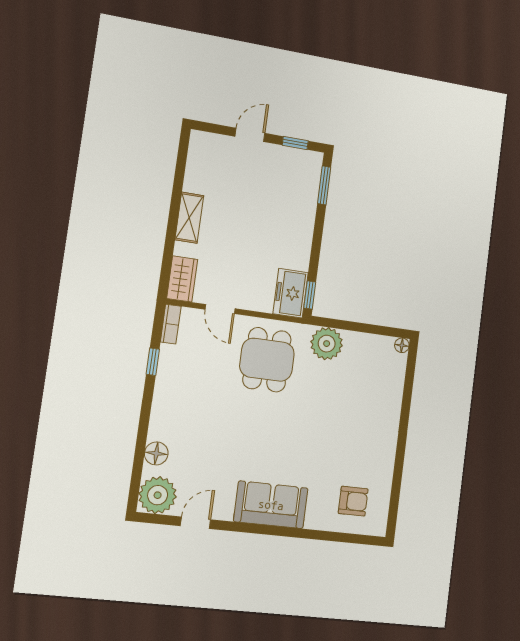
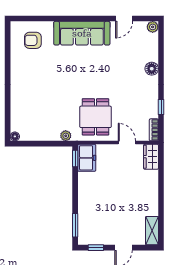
shelving: (189, 218) -> (152, 231), moved
plant: (327, 344) -> (66, 136), width x0.53, depth x0.53
floor lamp: (156, 453) -> (152, 69), moved
plant: (158, 495) -> (153, 27), width x0.53, depth x0.53
sofa: (271, 505) -> (82, 33), width x1.36

